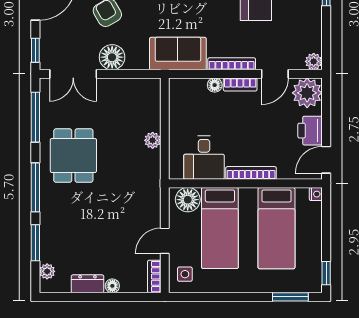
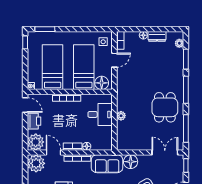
floor lamp: (112, 57) -> (131, 162), moved
plant: (314, 61) -> (36, 163), width x1.88, depth x1.88
door: (275, 74) -> (53, 152), hinge flipped
desk: (204, 158) -> (100, 114), moved, turned 90
door: (326, 160) -> (25, 105), hinge flipped

